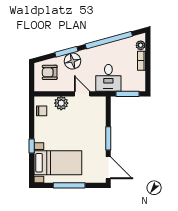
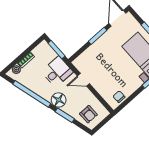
floor lamp: (73, 61) -> (59, 100), moved
door: (82, 94) -> (83, 80), hinge flipped
plant: (61, 103) -> (102, 88), removed

